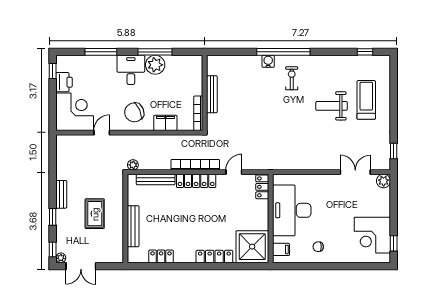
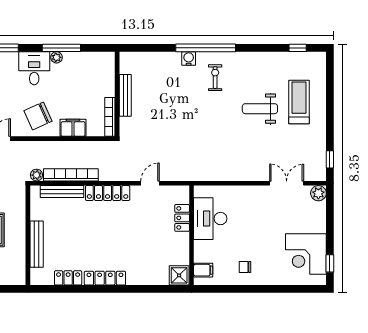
plant: (155, 65) -> (57, 57), width x0.53, depth x0.53
bookcase: (195, 165) -> (71, 175), moved
locker: (262, 187) -> (182, 218), moved
desk: (292, 210) -> (210, 219), width x0.73, depth x0.77
shower: (252, 247) -> (179, 275), width x0.54, depth x0.54
locker: (214, 256) -> (105, 278), moved

